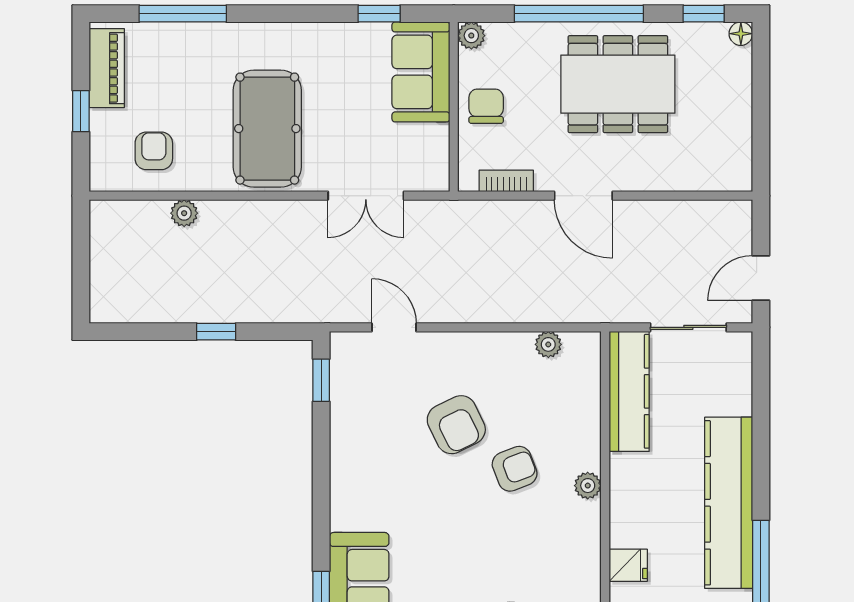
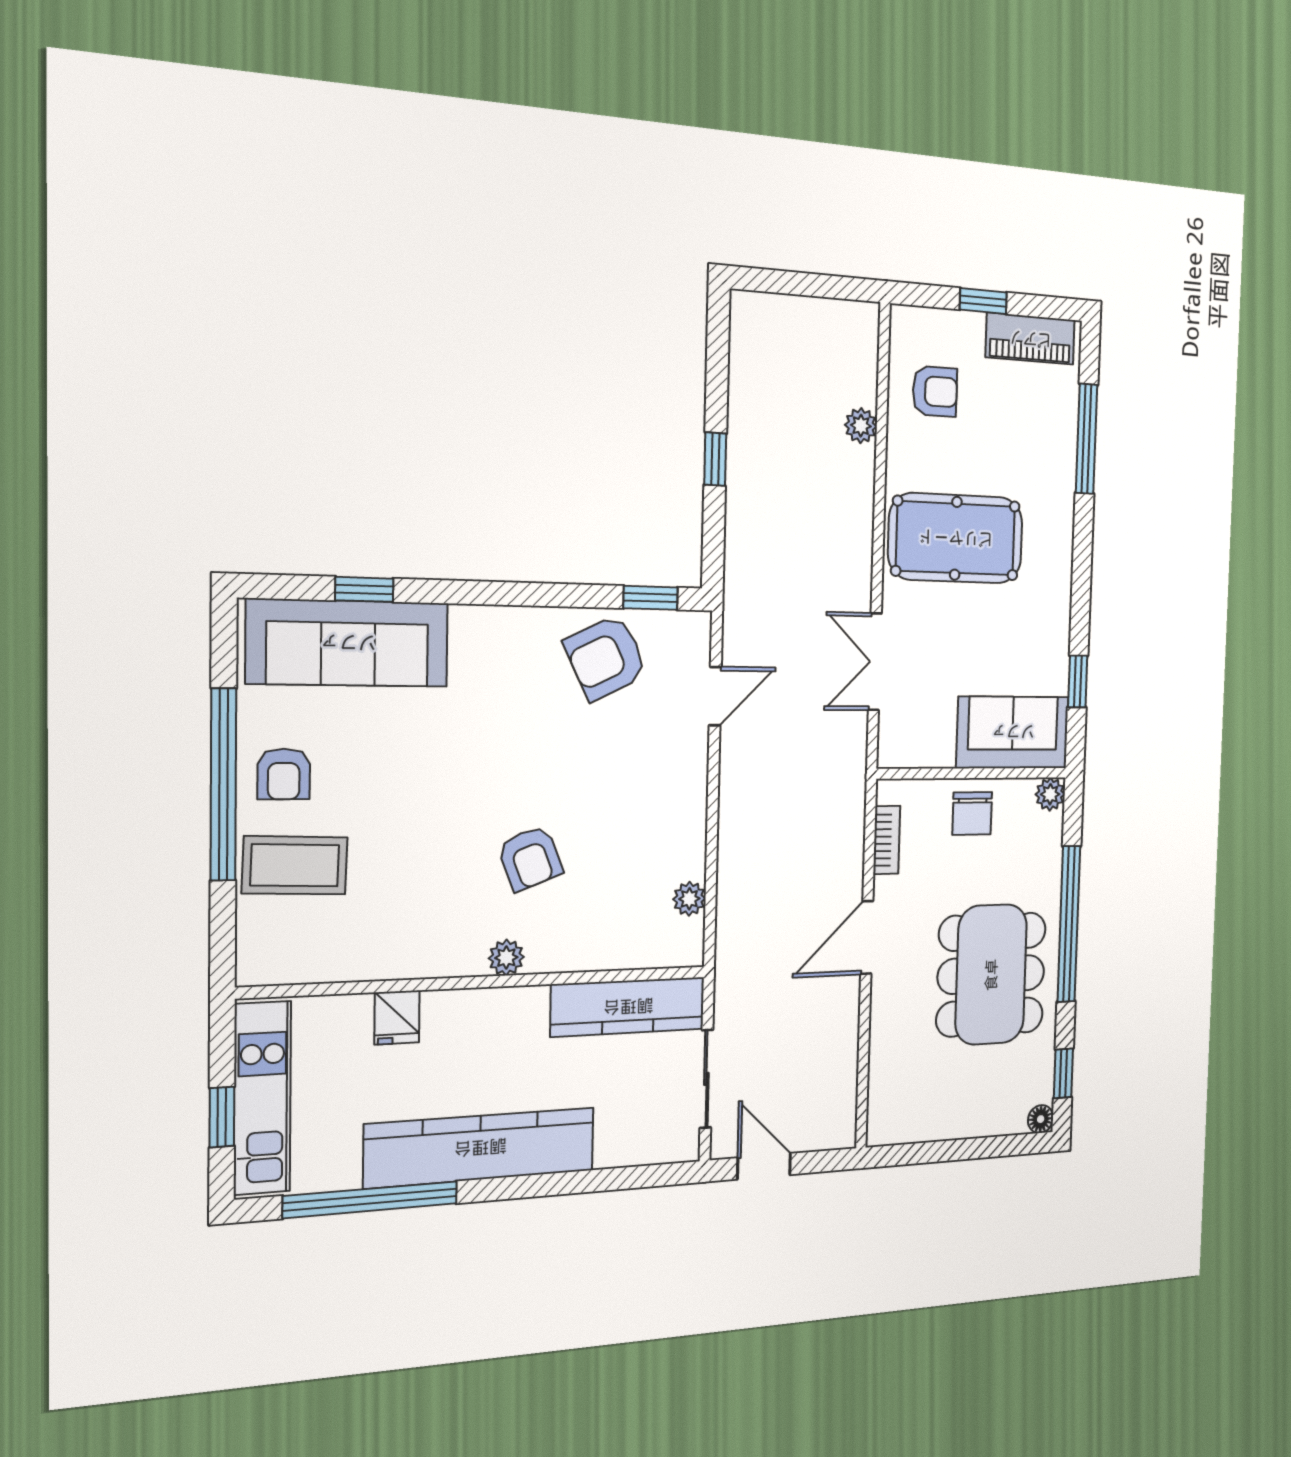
chair: (486, 106) -> (972, 813), turned 90
armchair: (456, 425) -> (606, 658), moved

